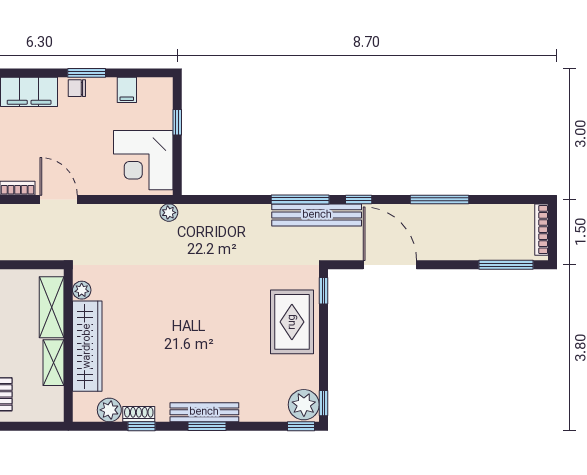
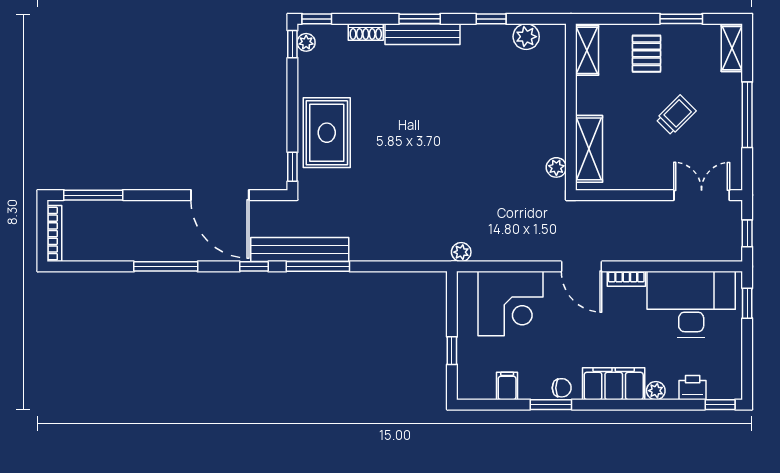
corner desk: (143, 160) -> (511, 304), moved, turned 90
wardrobe: (87, 346) -> (550, 106), removed
shelving: (54, 363) -> (587, 50), moved
plant: (304, 405) -> (306, 42), width x0.53, depth x0.53
shoe rack: (139, 414) -> (366, 32), moved

